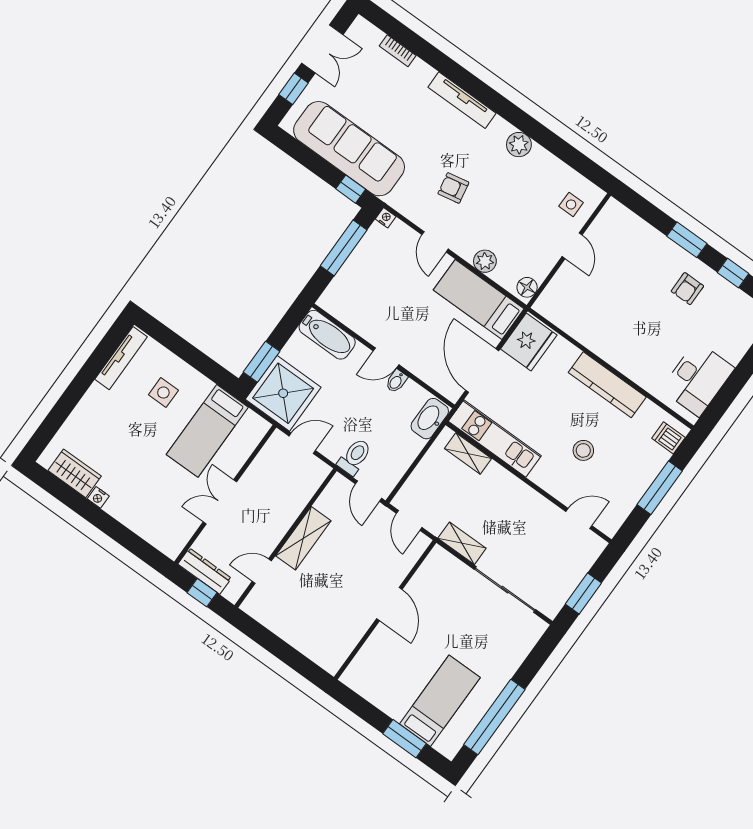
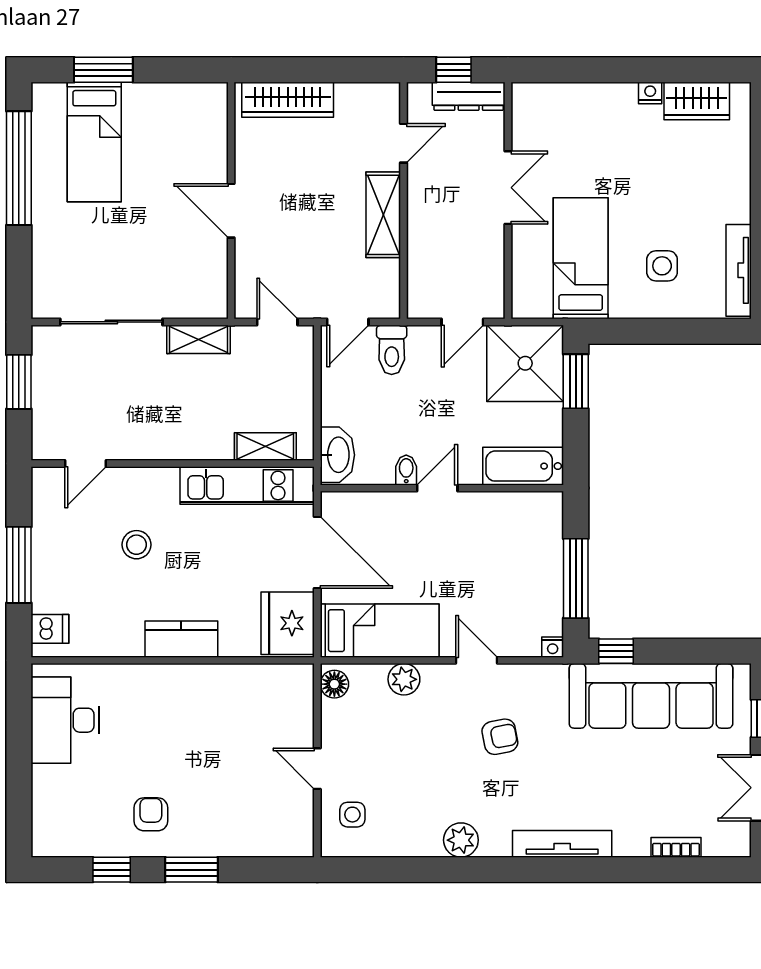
kitchen counter: (607, 385) -> (181, 639), width x0.67
door: (368, 491) -> (348, 322), swing flipped
wardrobe: (311, 645) -> (288, 100), added

